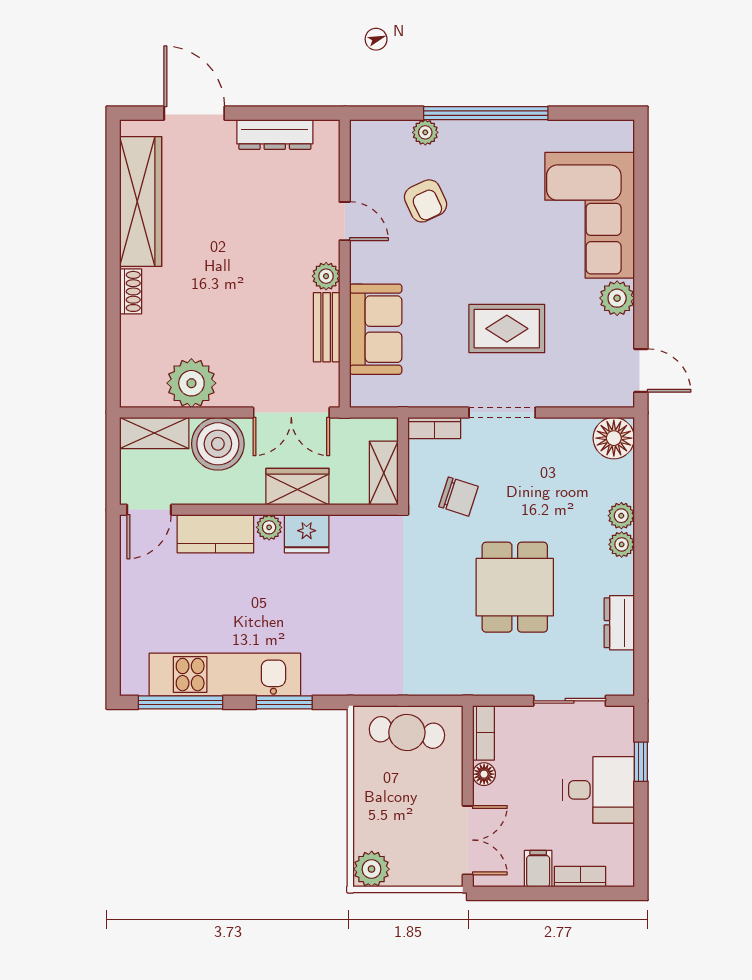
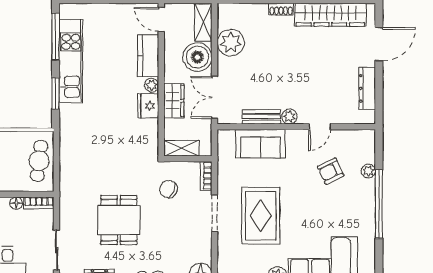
rug: (507, 329) -> (261, 216), width x1.36, depth x1.43
chair: (458, 497) -> (168, 189), turned 98
dining table: (515, 587) -> (119, 220), turned 90

